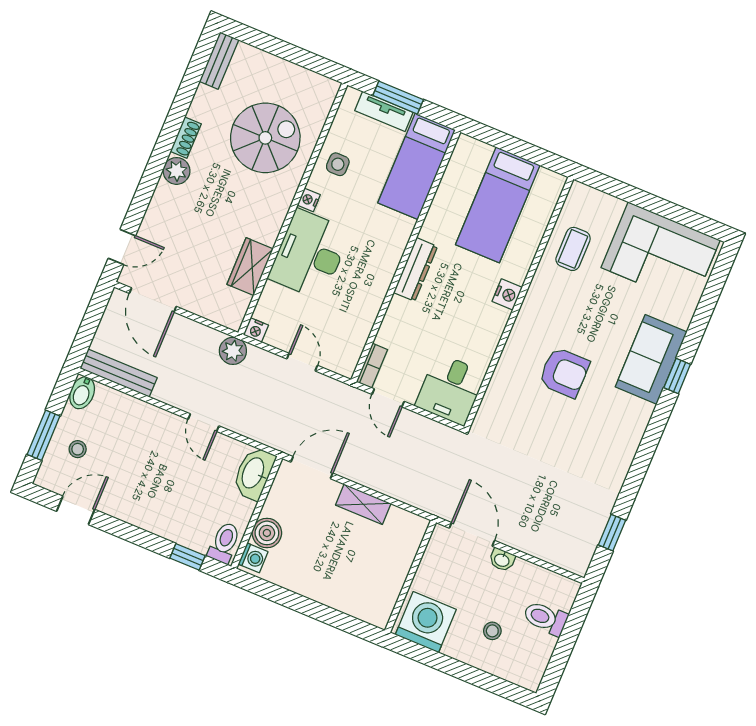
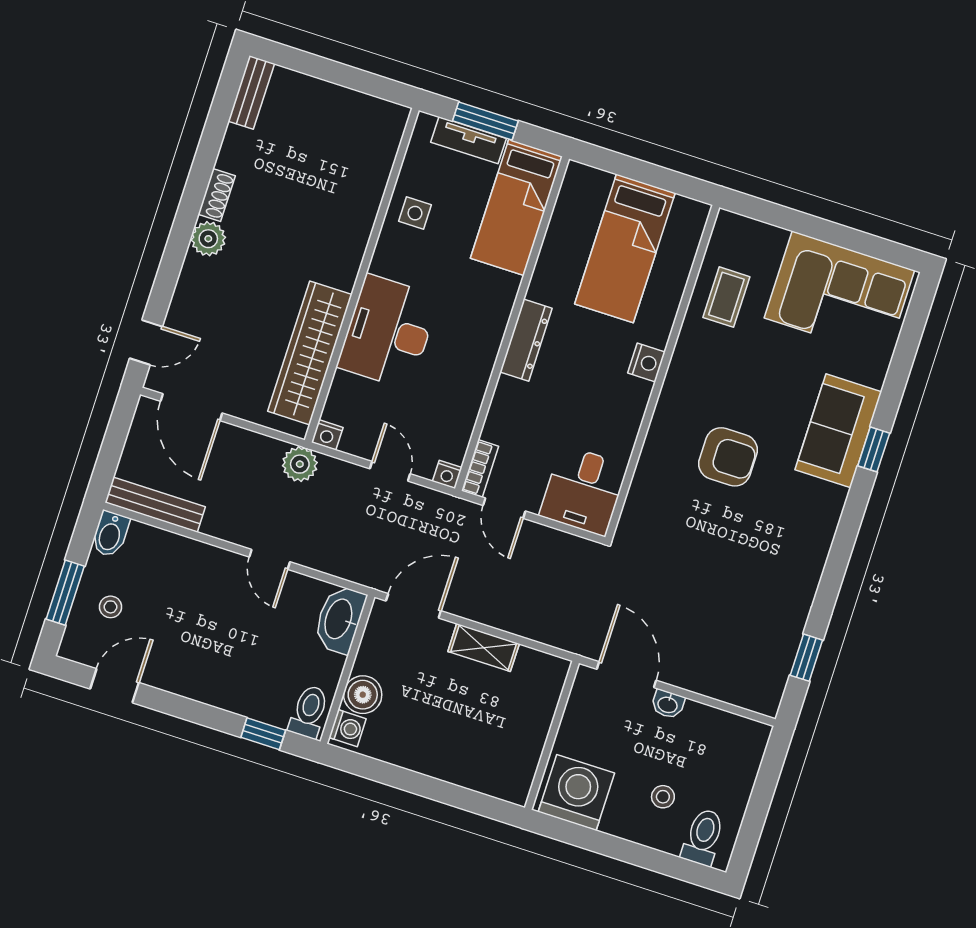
spiral stairs: (265, 138) -> (319, 187), removed
nightstand: (309, 200) -> (447, 474), moved, turned -90
wardrobe: (250, 267) -> (310, 353), width x2.10, depth x1.17
toilet: (545, 618) -> (703, 837), moved, turned 90

